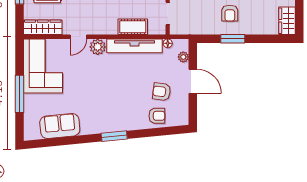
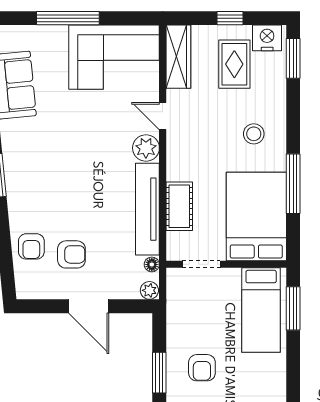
armchair: (230, 13) -> (202, 368), turned -90
plant: (183, 57) -> (149, 290), moved
door: (193, 81) -> (89, 306), hinge flipped
armchair: (162, 92) -> (71, 254), turned 83

